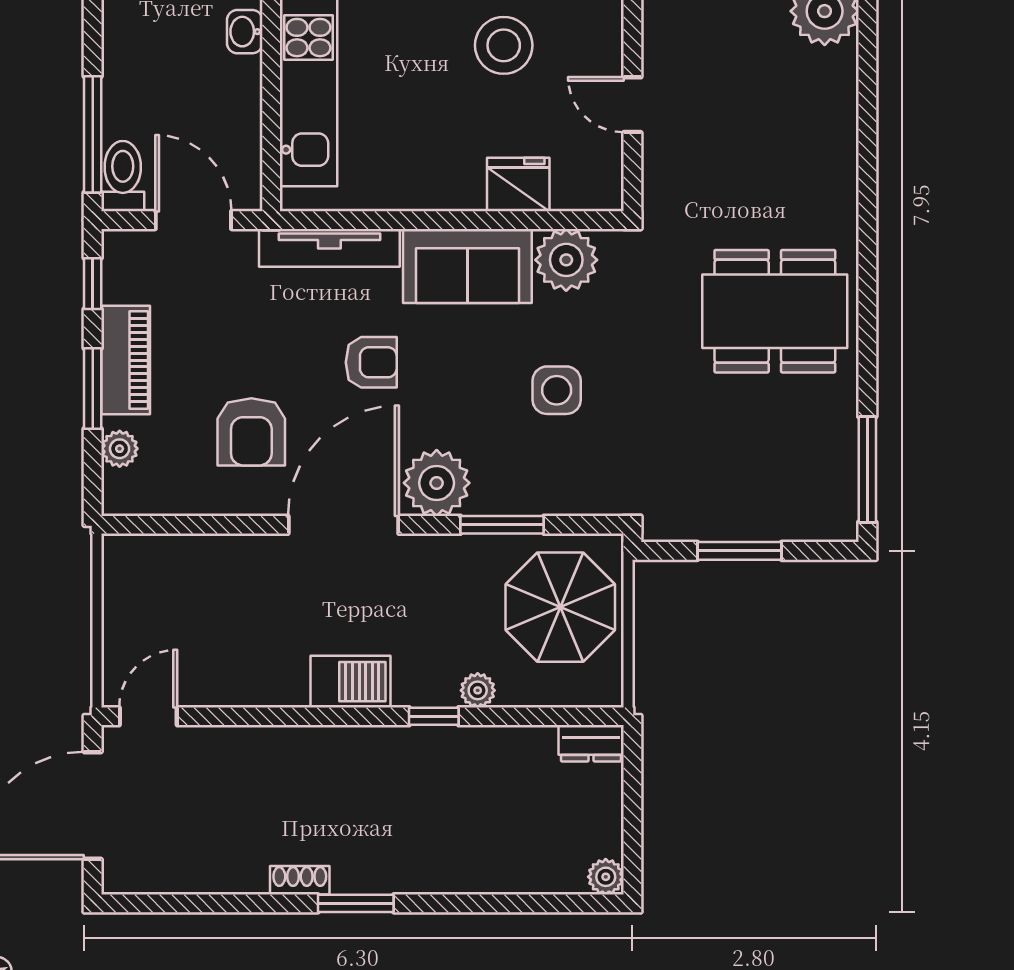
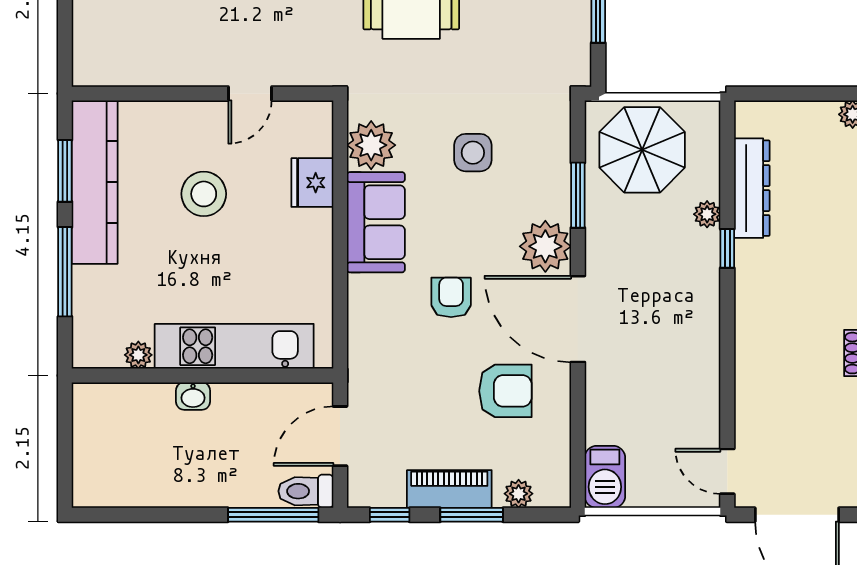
tv unit: (329, 248) -> (362, 330), removed
barbecue: (350, 682) -> (605, 477), moved, turned 180
dresser: (591, 743) -> (752, 188), moved, width x1.96, depth x1.24

